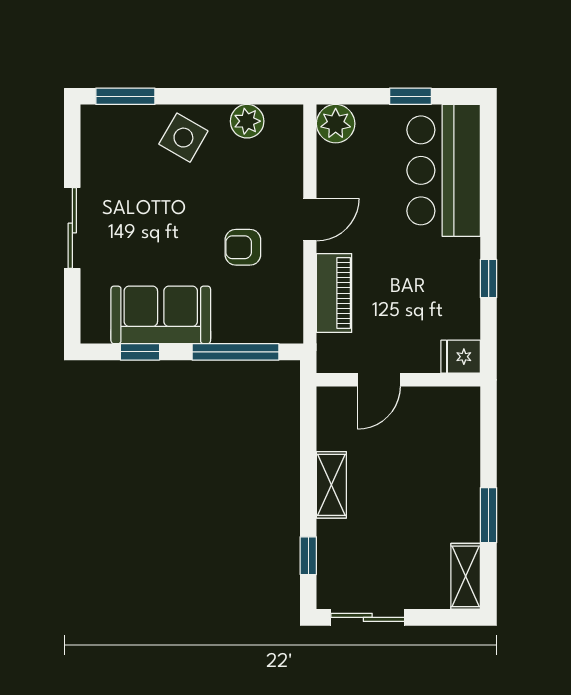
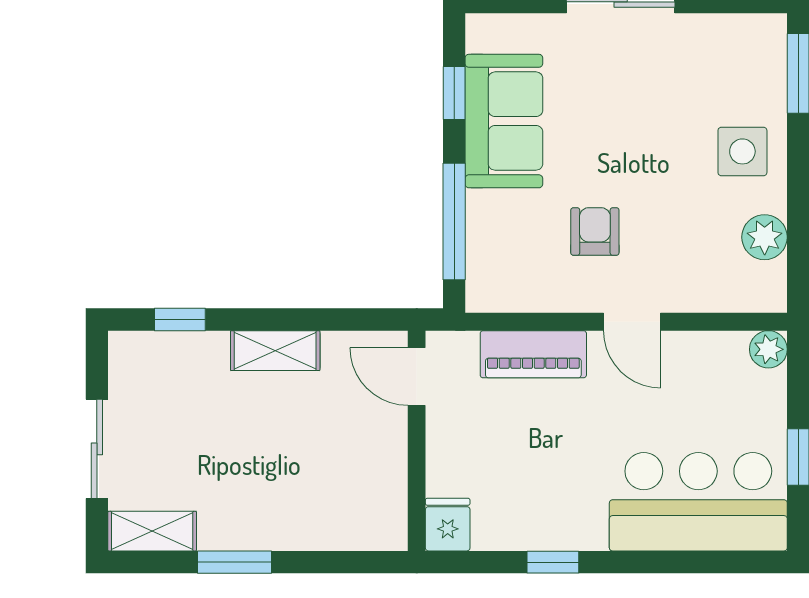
plant: (336, 124) -> (768, 349), width x0.73, depth x0.73
side table: (183, 138) -> (742, 151), turned -30
door: (379, 380) -> (417, 377), moved
sliding door: (368, 617) -> (97, 449), moved

